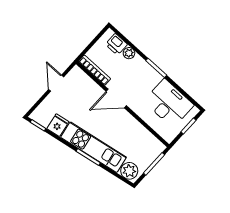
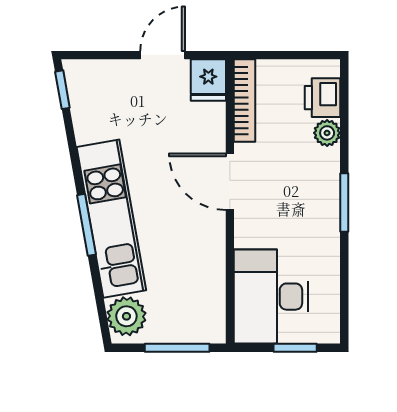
desk: (169, 103) -> (271, 297), moved, turned 180
fridge: (58, 125) -> (208, 80), moved, turned 100

